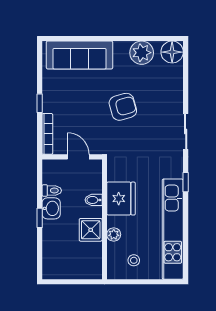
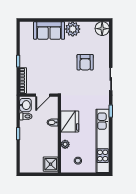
plant: (142, 53) -> (73, 29), moved
sofa: (80, 55) -> (49, 30), width x0.73
armchair: (123, 107) -> (85, 62), moved, turned 106
door: (78, 157) -> (43, 95), swing flipped
washbasin: (51, 208) -> (25, 105), moved
shower: (91, 230) -> (51, 164), moved

